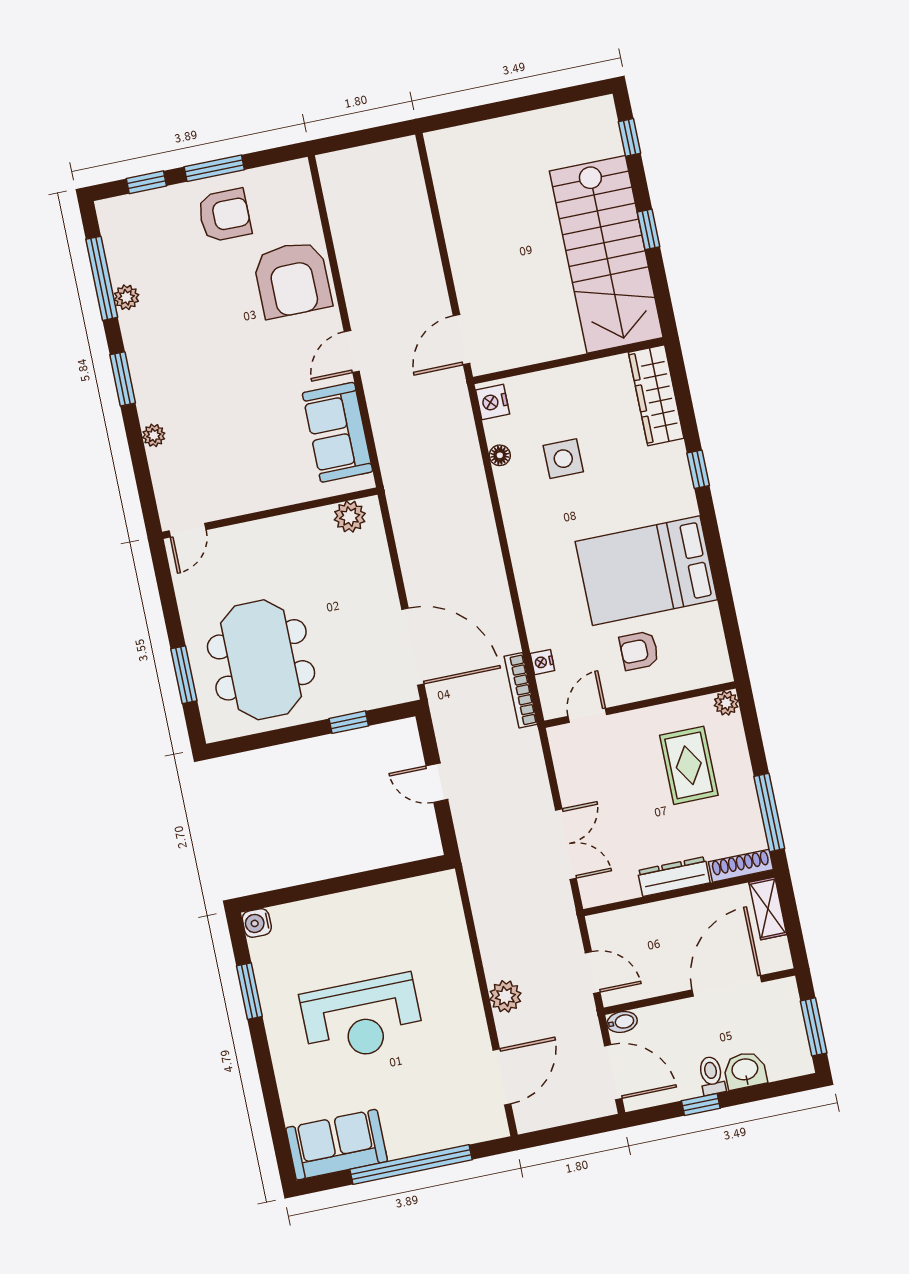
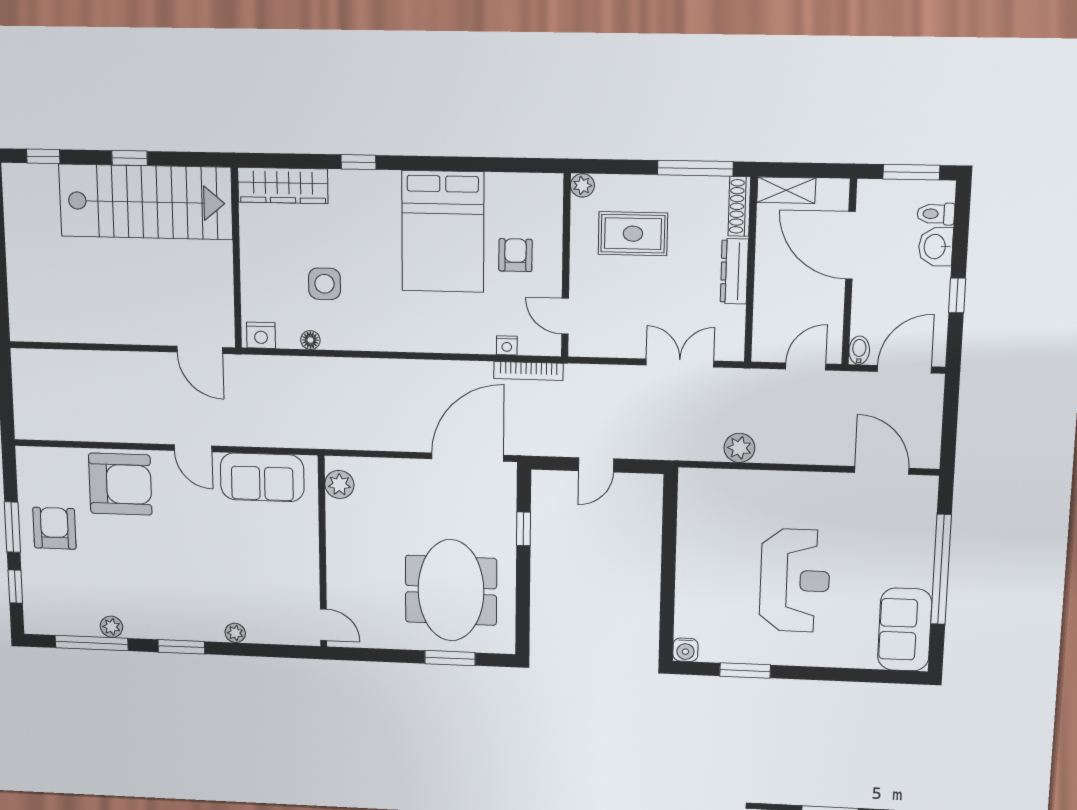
armchair: (639, 651) -> (515, 255), turned 180
meeting table: (261, 660) -> (451, 590), turned 90
plant: (505, 996) -> (739, 448), moved
toilet: (712, 1075) -> (936, 214), moved

